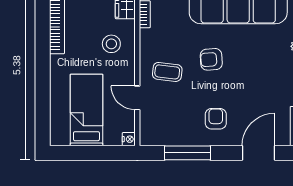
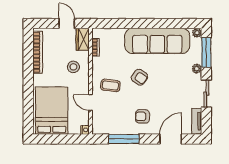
armchair: (211, 59) -> (140, 77), turned -140
bed: (86, 110) -> (52, 111), width x1.50
armchair: (216, 119) -> (142, 116), turned -90

